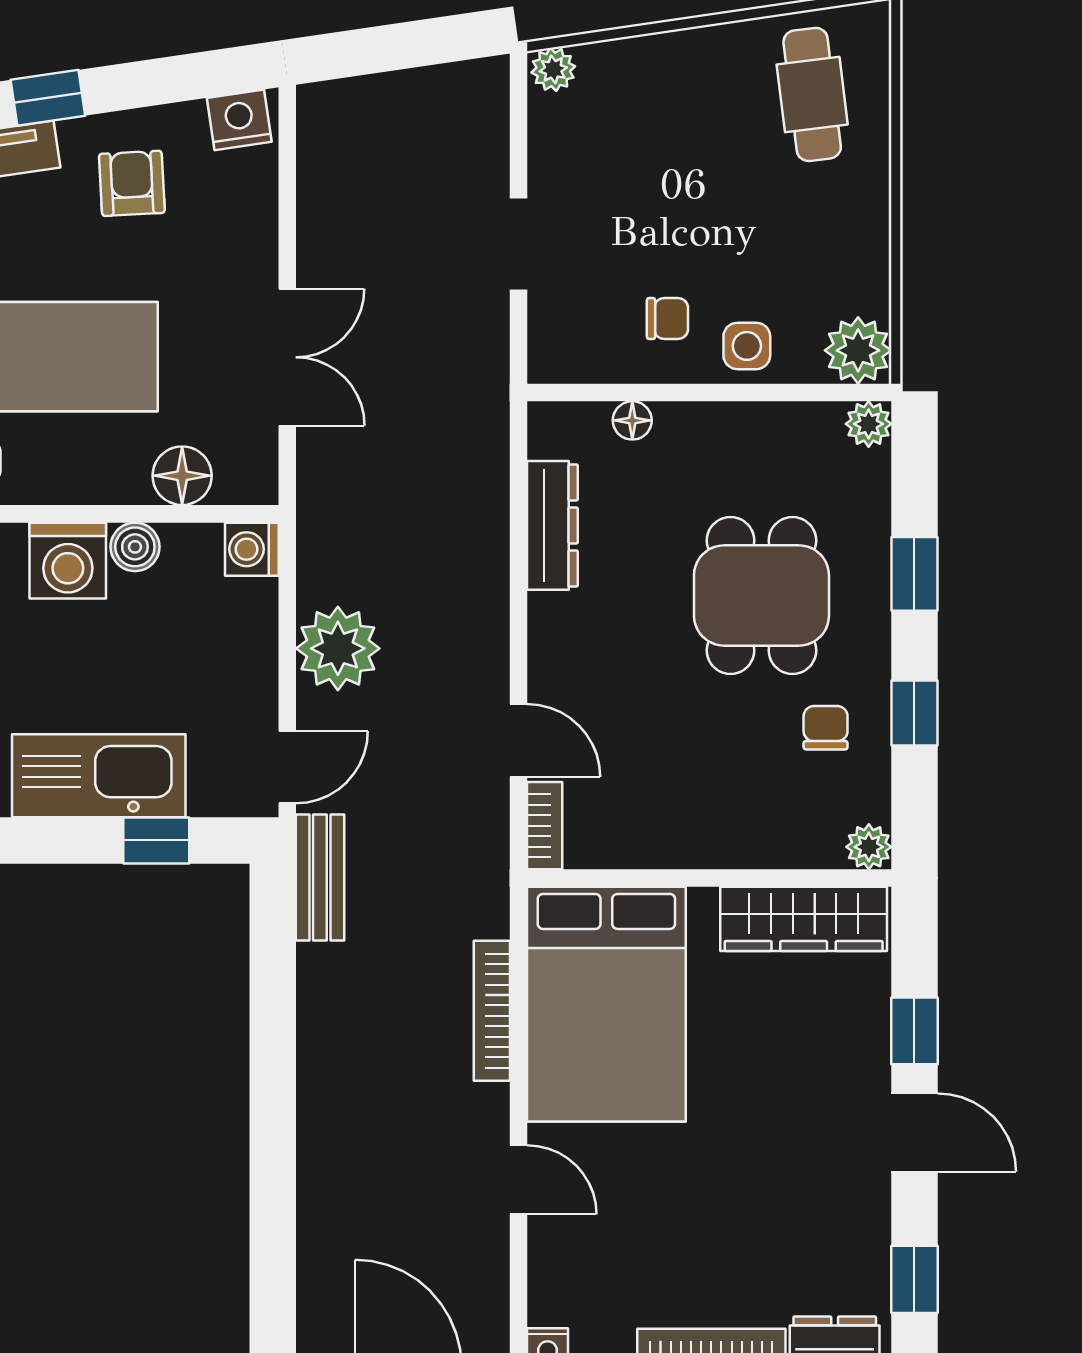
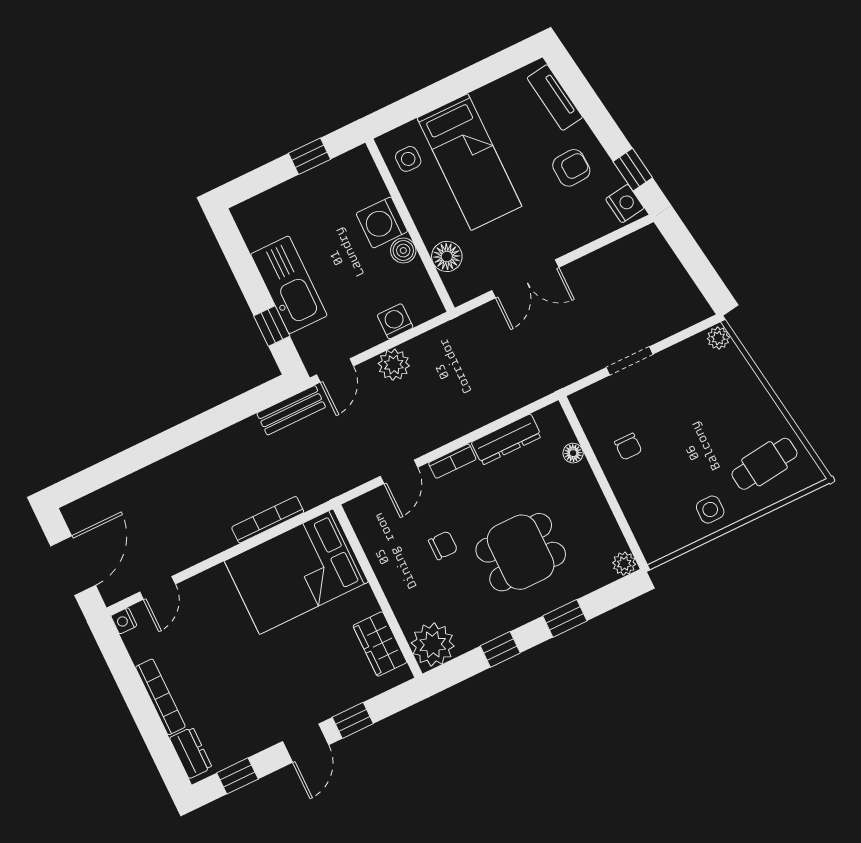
window: (48, 98) -> (633, 170), moved
side table: (747, 346) -> (710, 510), moved
plant: (858, 350) -> (656, 542), removed
washing machine: (252, 549) -> (395, 321), moved
plant: (338, 648) -> (394, 365), width x0.73, depth x0.73
chair: (826, 728) -> (443, 545), moved
door: (287, 767) -> (335, 370), hinge flipped
bookcase: (545, 826) -> (452, 461), moved
plant: (869, 847) -> (433, 645), width x1.88, depth x1.88
wardrobe: (804, 919) -> (380, 644), width x0.67
door: (518, 1180) -> (158, 588), moved

